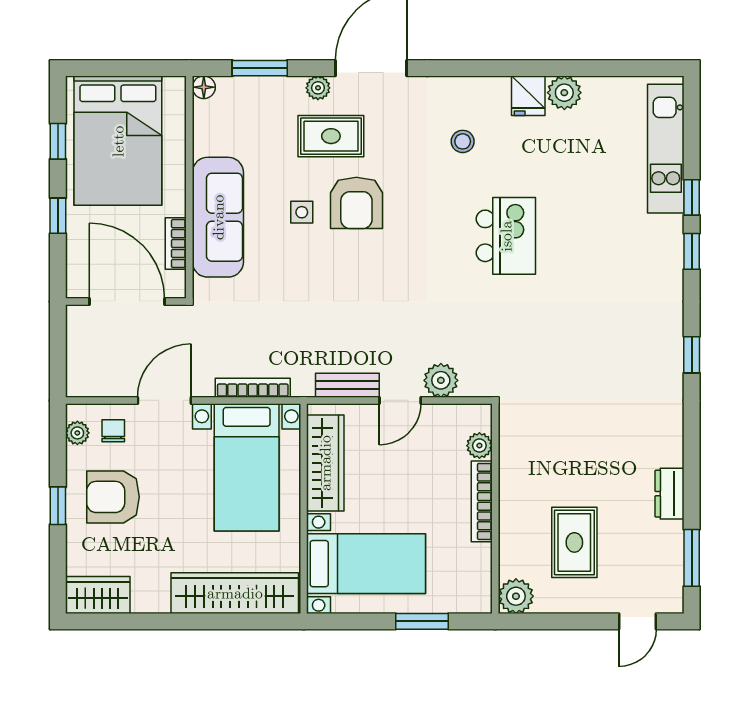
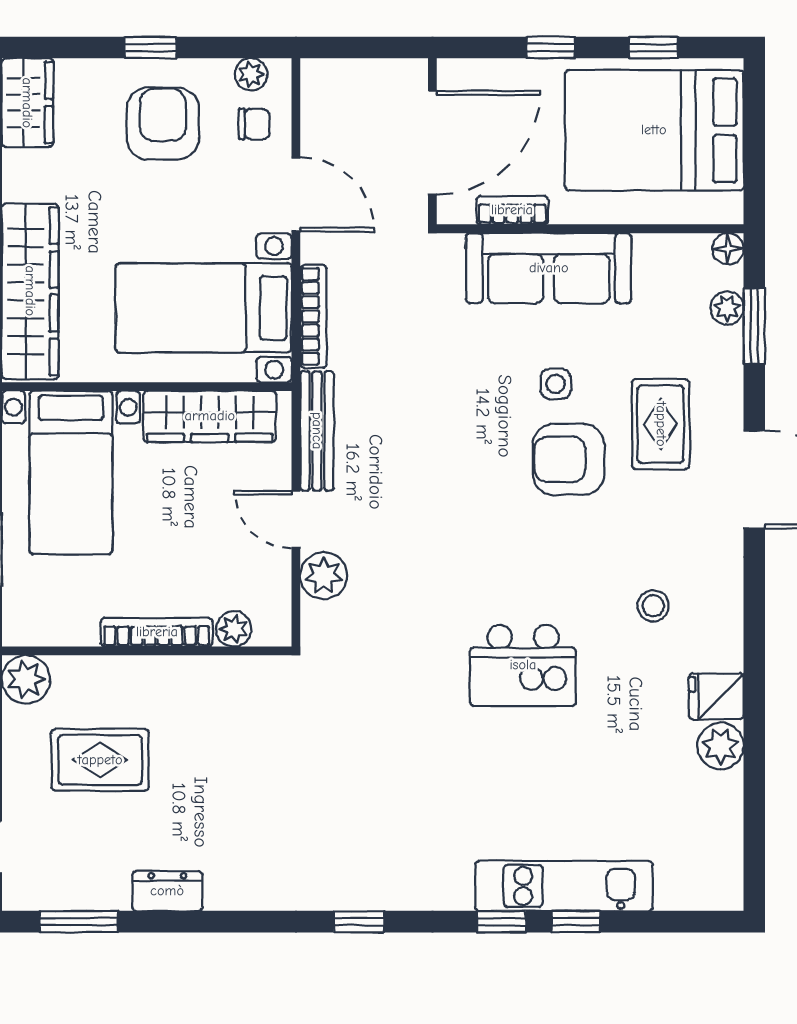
plant: (318, 88) -> (727, 308), moved
kitchen unit: (666, 149) -> (564, 886), moved
bench: (347, 385) -> (317, 431), width x1.36

